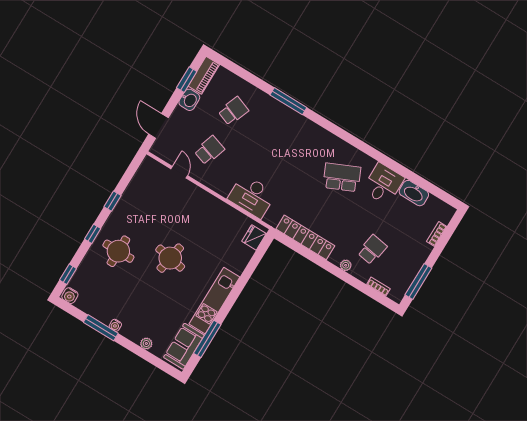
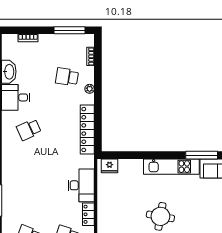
school desk: (342, 177) -> (29, 130), width x0.54
locker: (218, 185) -> (88, 214), added

